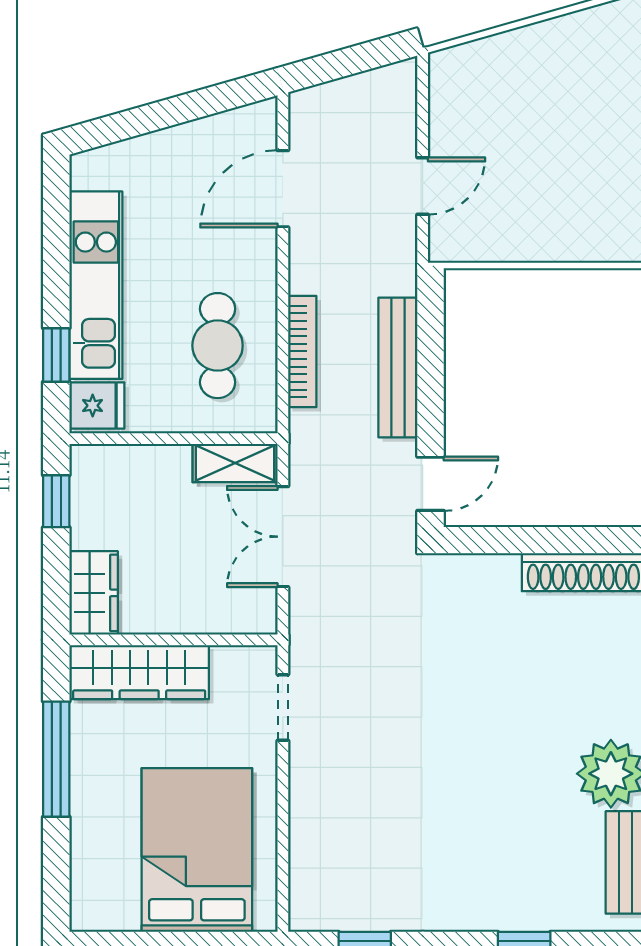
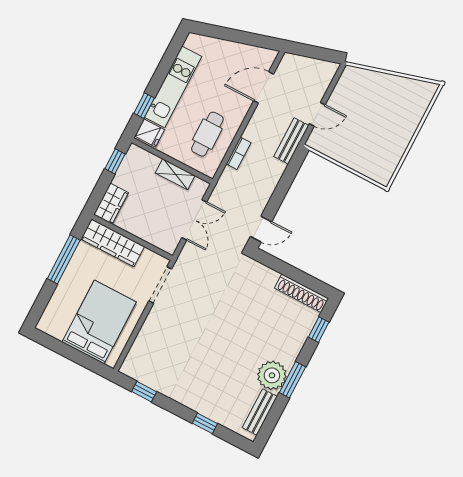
bookcase: (302, 351) -> (239, 153), width x0.64
bench: (398, 367) -> (291, 141), moved, width x0.73
shelving: (235, 463) -> (175, 174), moved
double door: (283, 537) -> (194, 220), swing flipped
doorway: (283, 708) -> (160, 285), width x1.38

